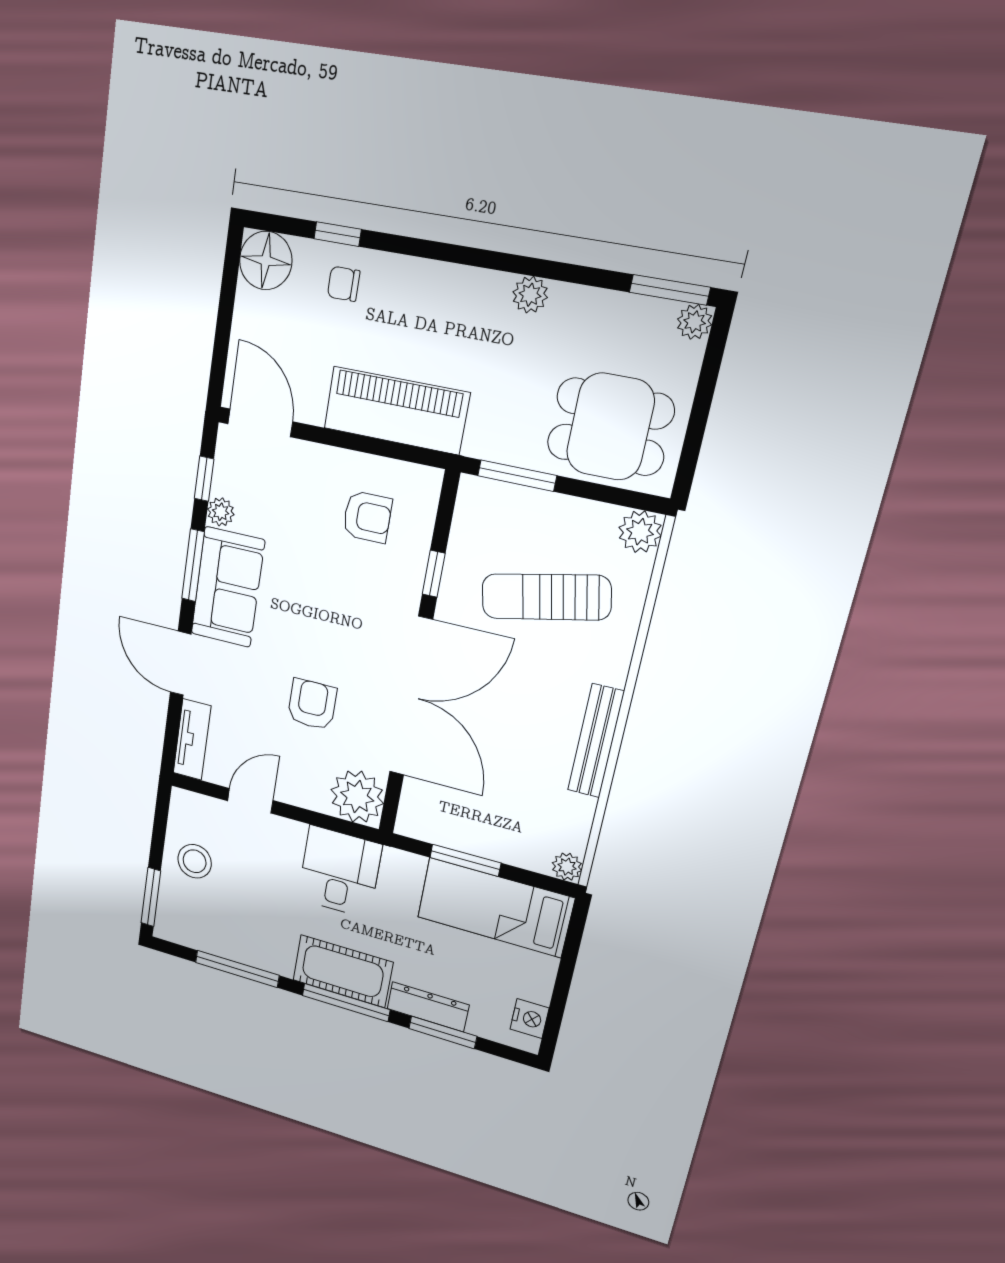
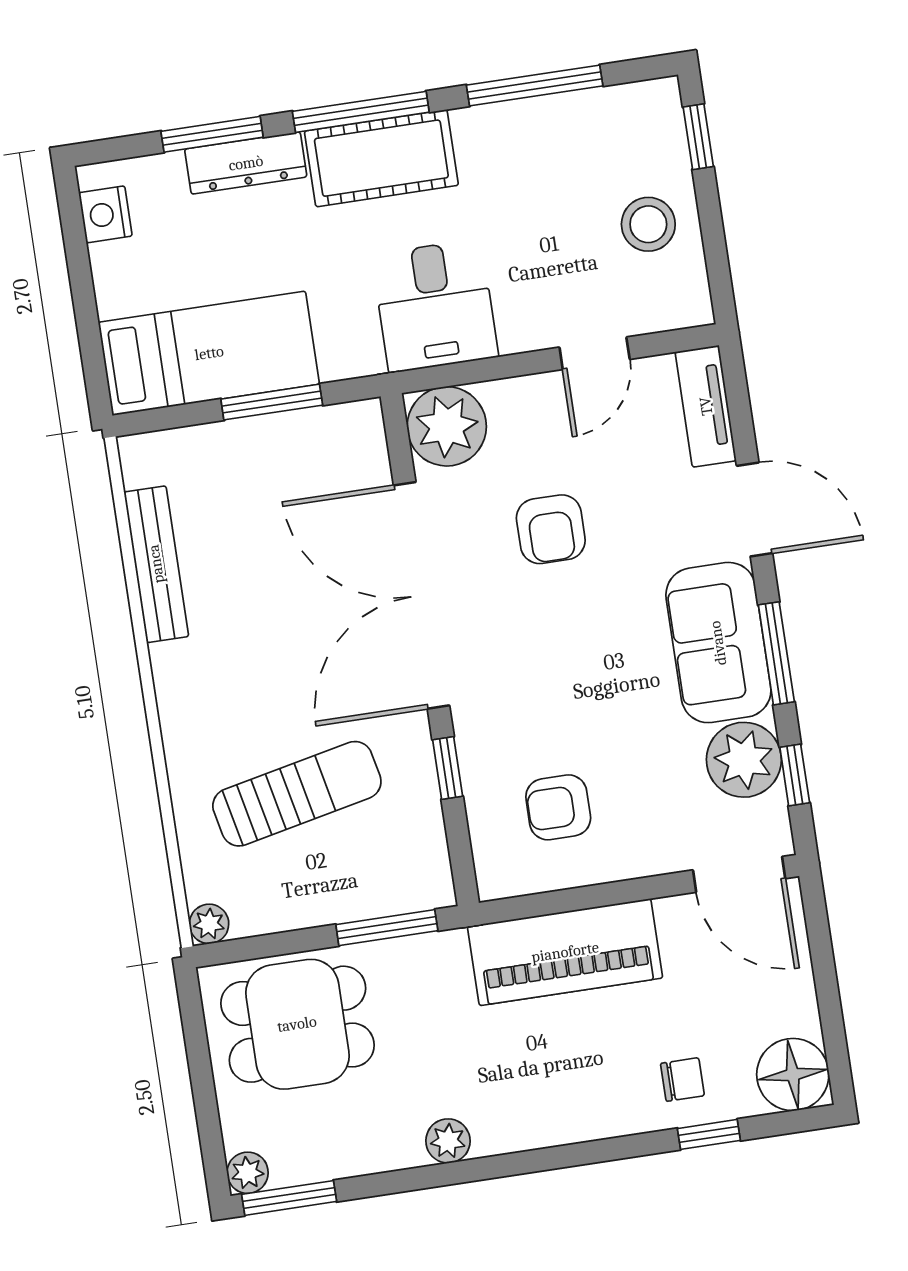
plant: (221, 512) -> (744, 760), width x1.88, depth x1.88
plant: (640, 532) -> (209, 924), width x0.73, depth x0.73
bench: (596, 741) -> (156, 564), moved
plant: (567, 867) -> (139, 454), removed
window: (151, 897) -> (698, 137), width x0.67

